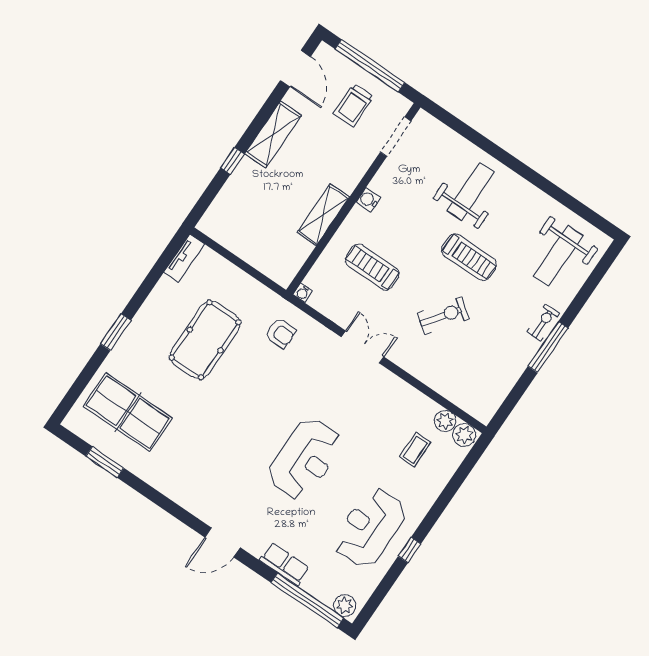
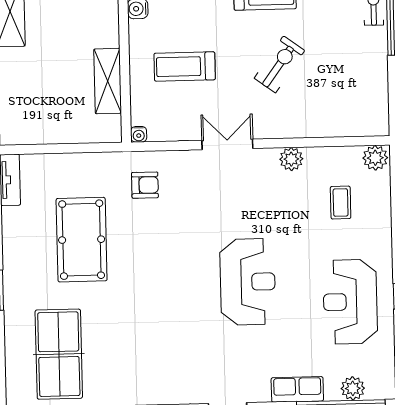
shelving: (323, 215) -> (108, 81), moved
table tennis table: (128, 412) -> (59, 354), turned 90
plant: (445, 421) -> (291, 159), moved
plant: (345, 605) -> (353, 388), moved

